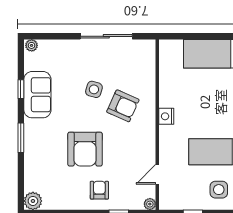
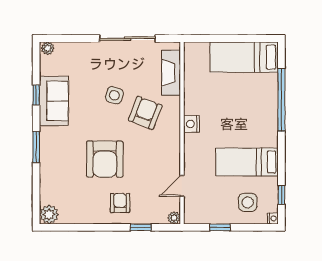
fireplace: (147, 68) -> (171, 73), added
armchair: (123, 106) -> (145, 113), turned -93

